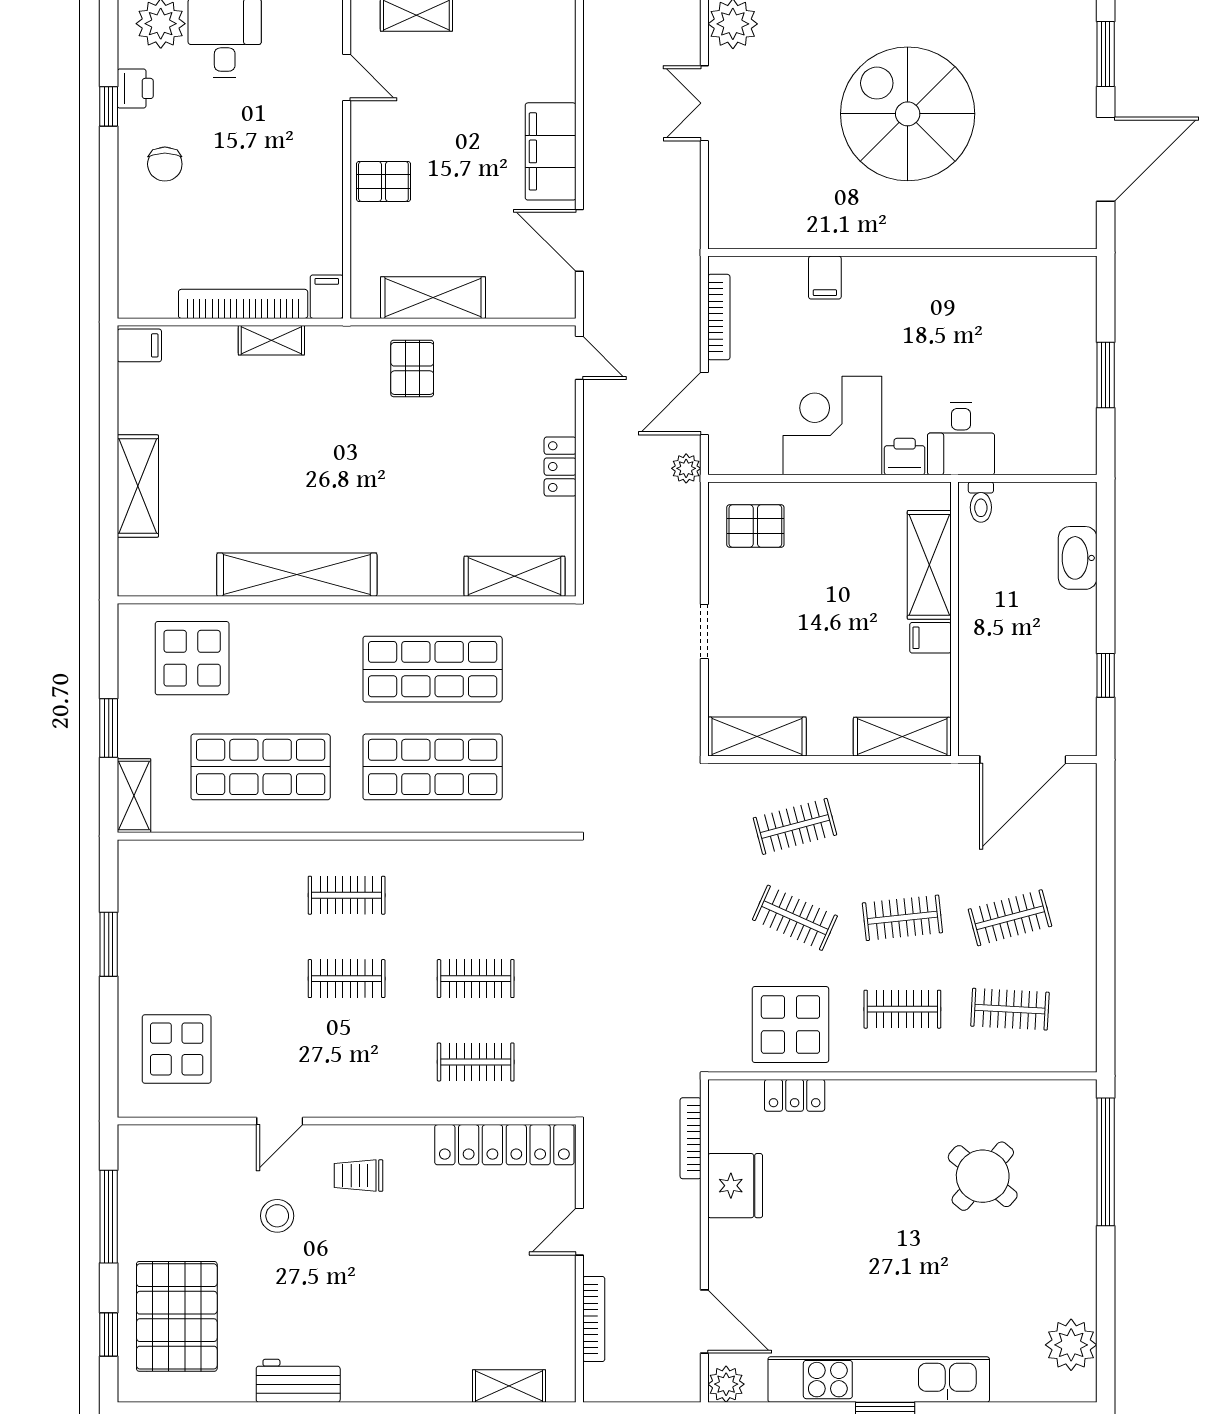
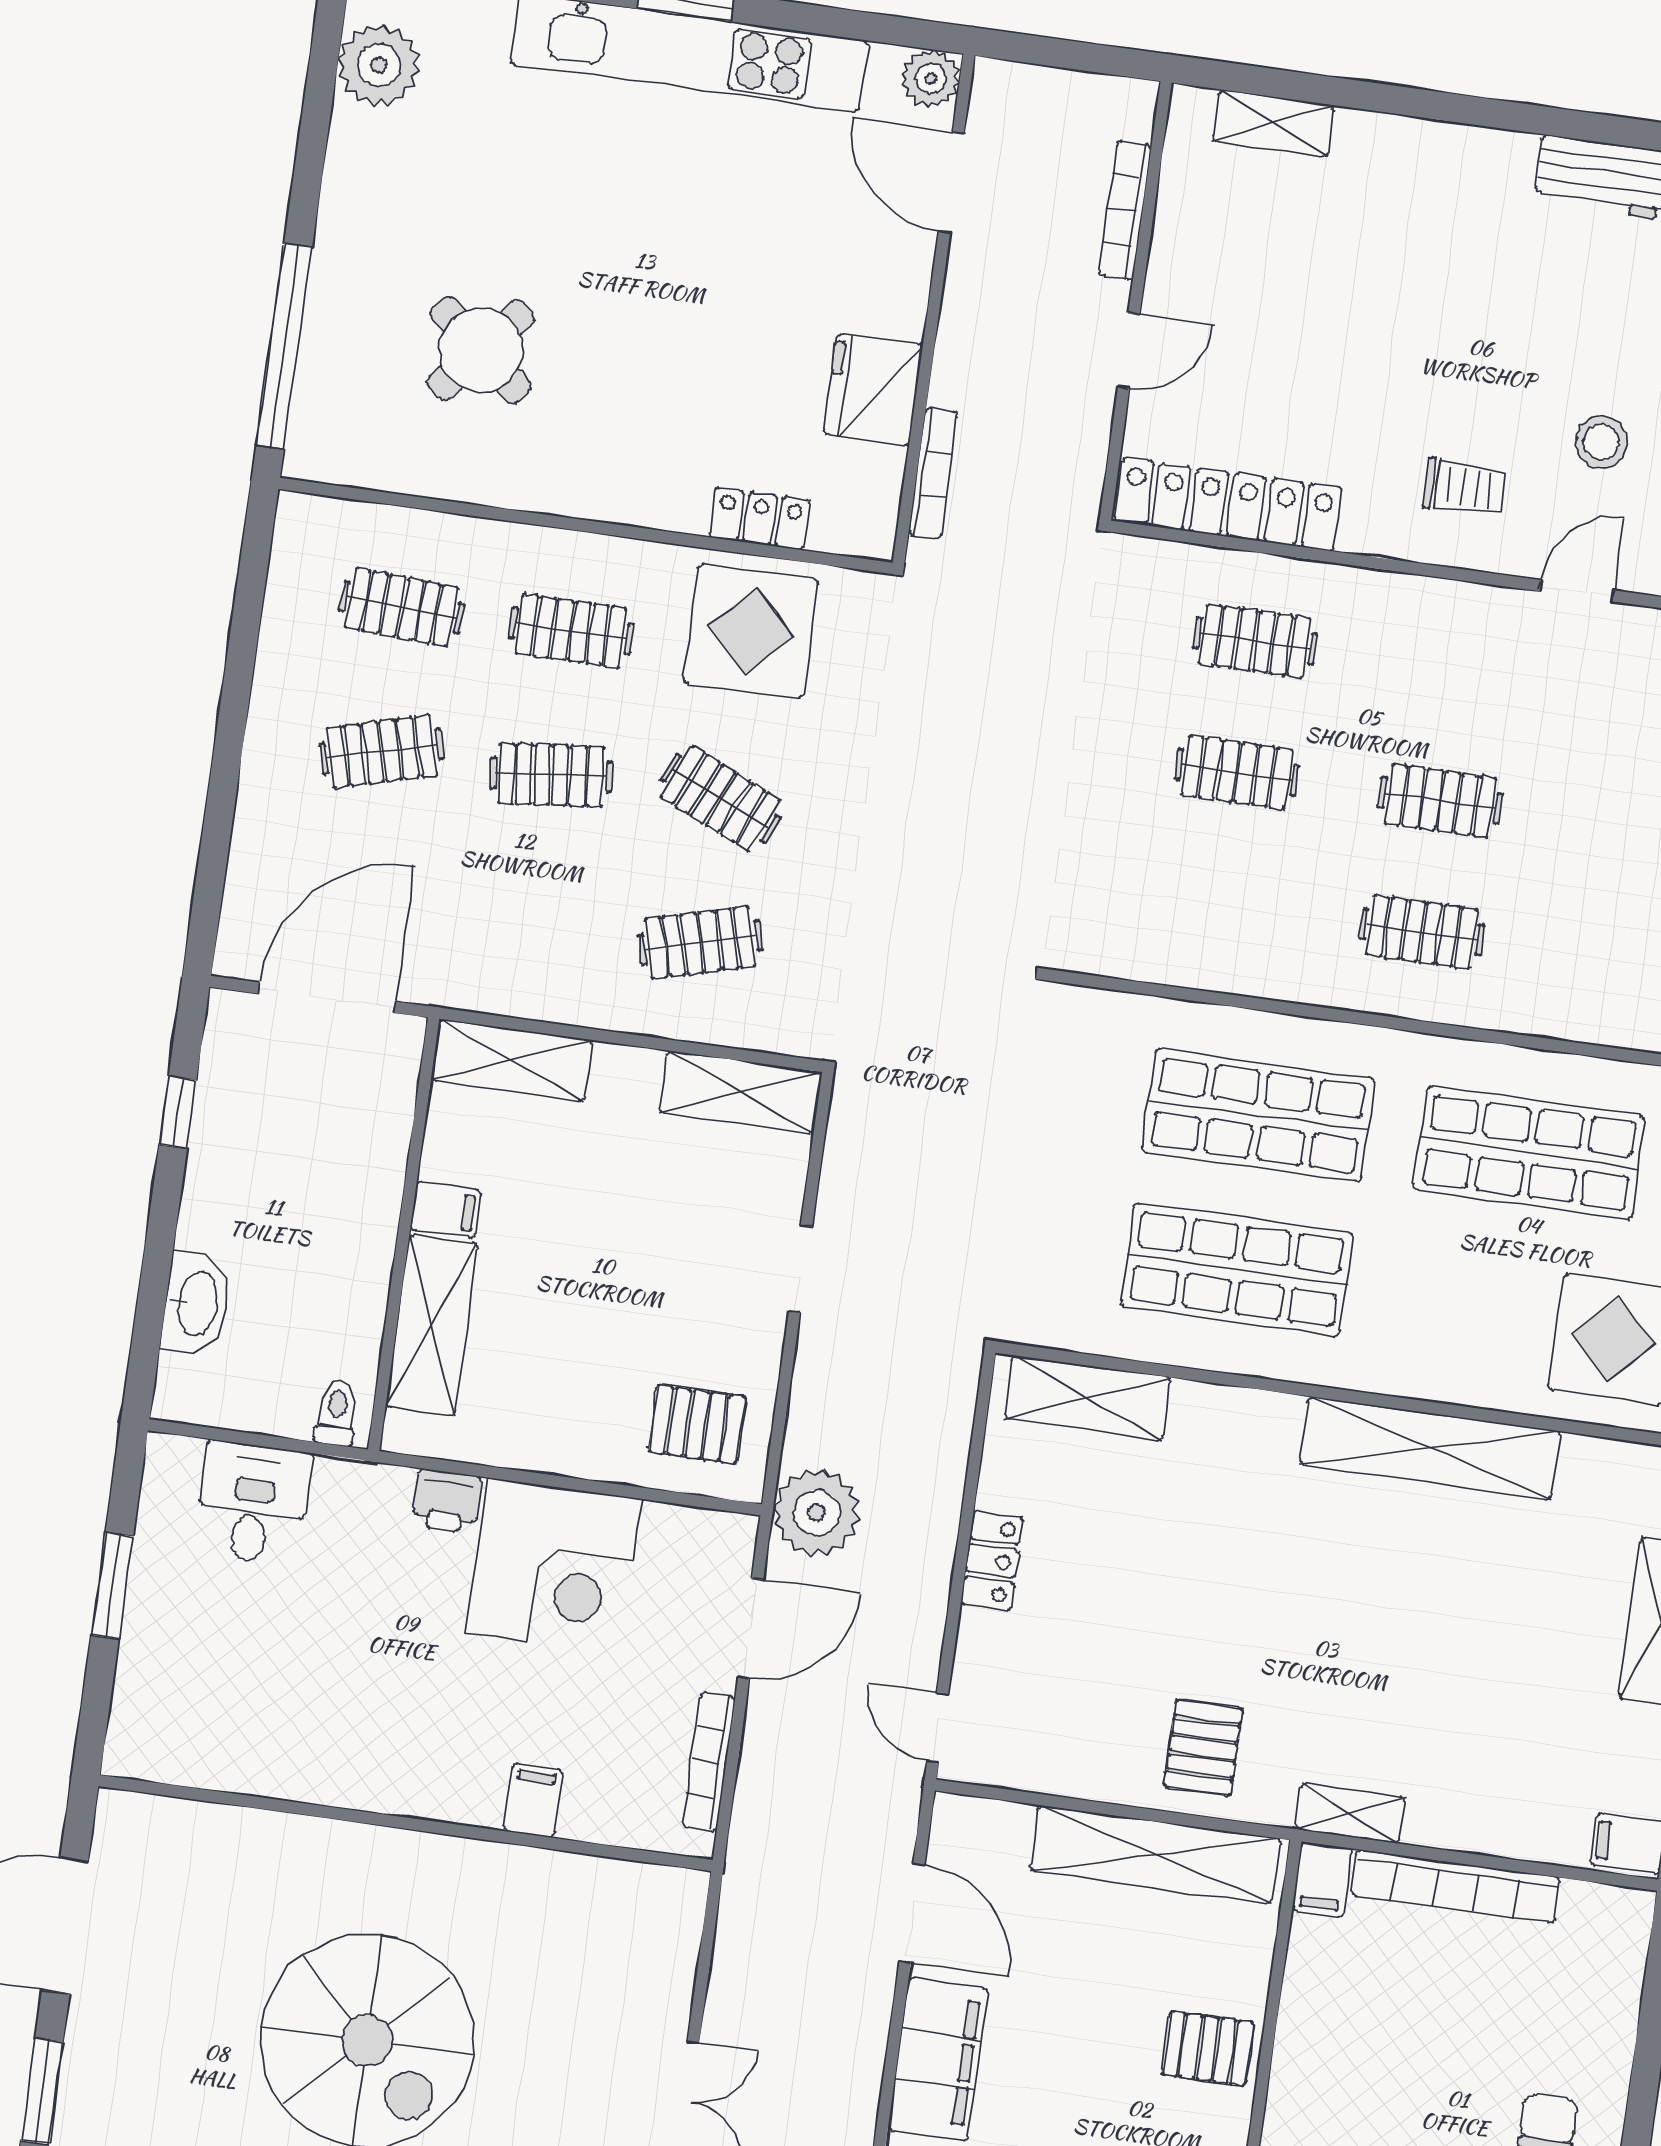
shelving: (433, 298) -> (1155, 1855), width x1.47
shelving: (271, 340) -> (1350, 1813), moved
desk: (961, 439) -> (253, 1503), moved
plant: (686, 468) -> (817, 1513), width x1.87, depth x1.87

